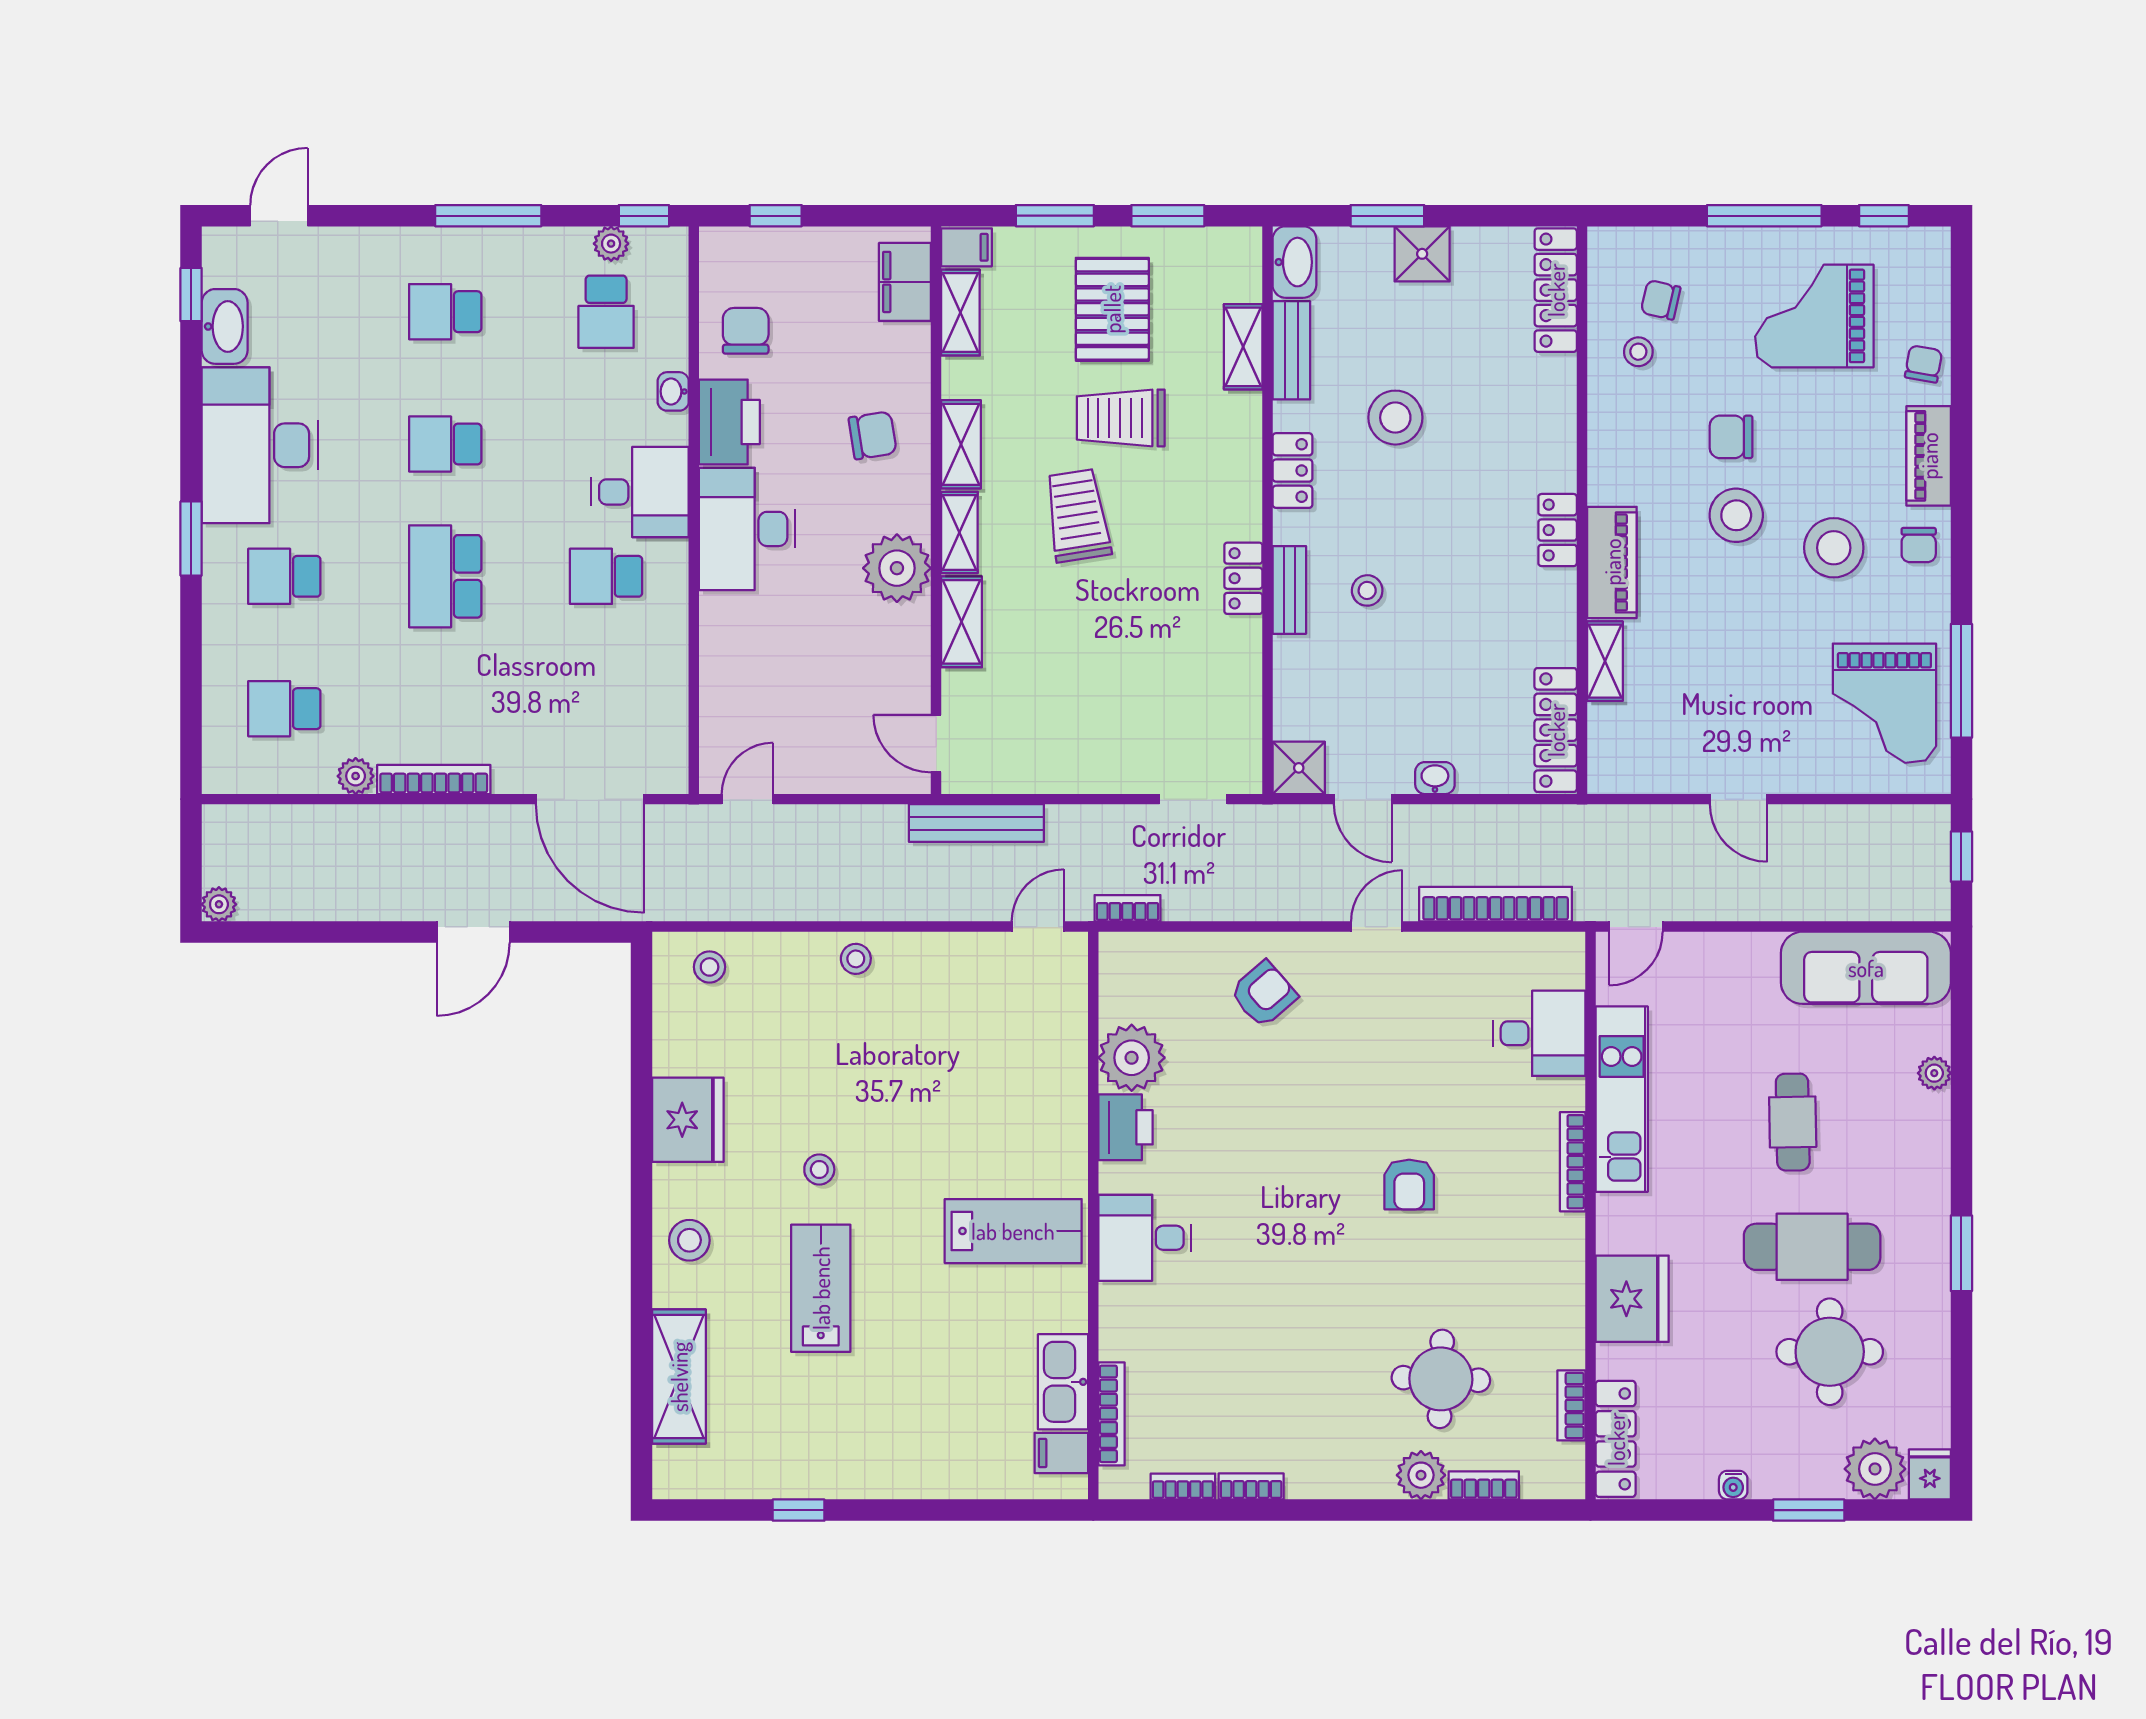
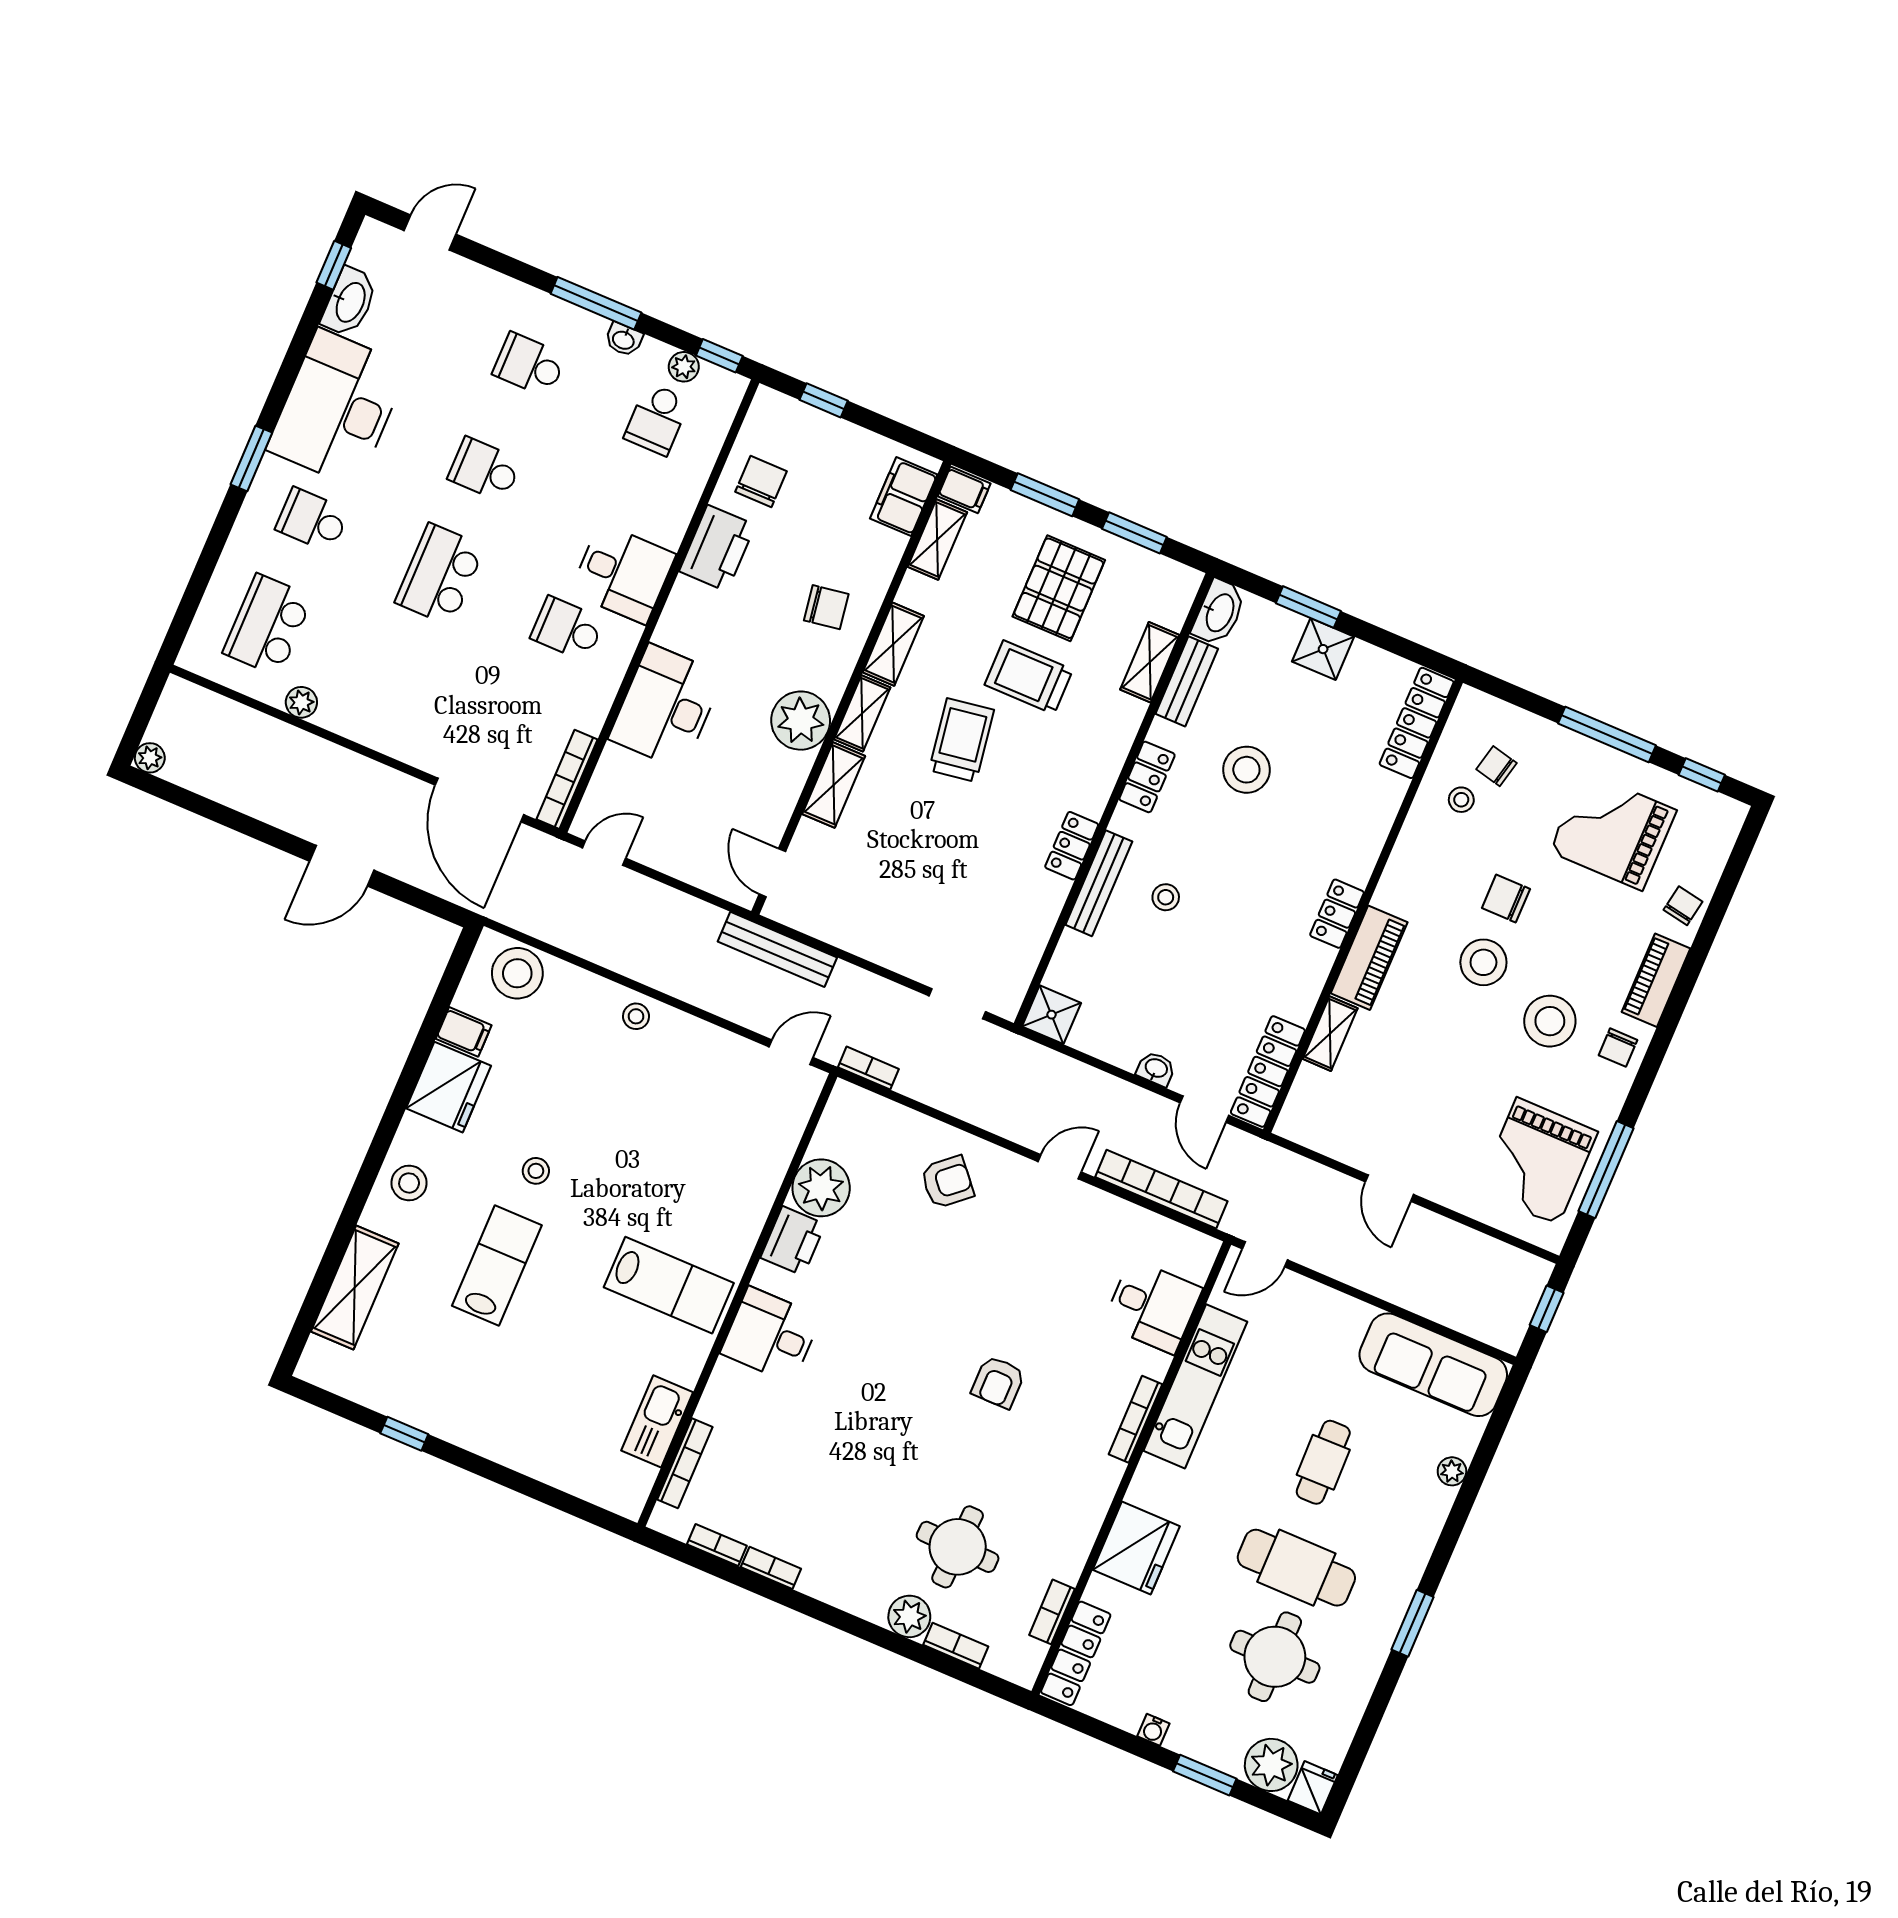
washbasin: (673, 391) -> (624, 340), moved, turned -90
desk: (747, 529) -> (666, 707), moved
bench: (1289, 590) -> (1099, 883), width x1.36
school desk: (284, 709) -> (268, 625), width x1.85
bookcase: (434, 780) -> (567, 779), moved, turned -90
door: (1363, 799) -> (1204, 1109), moved
stool: (710, 967) -> (517, 973), width x1.89, depth x1.89
filing cabinet: (1061, 1453) -> (464, 1032), moved, turned 180

